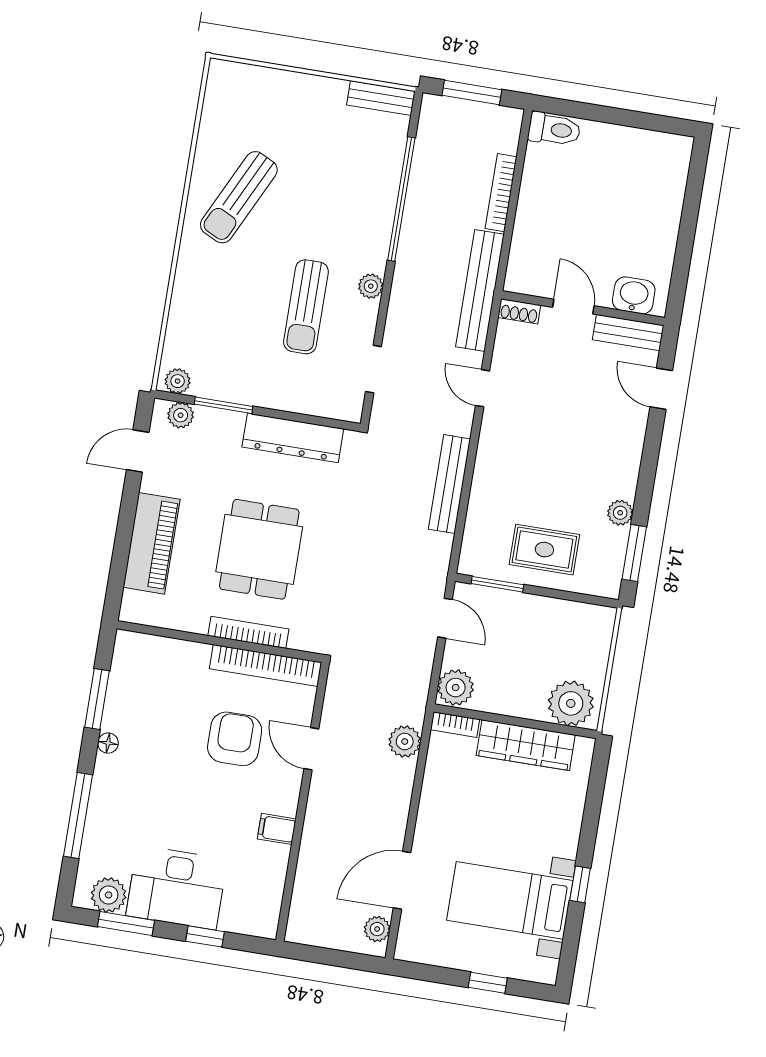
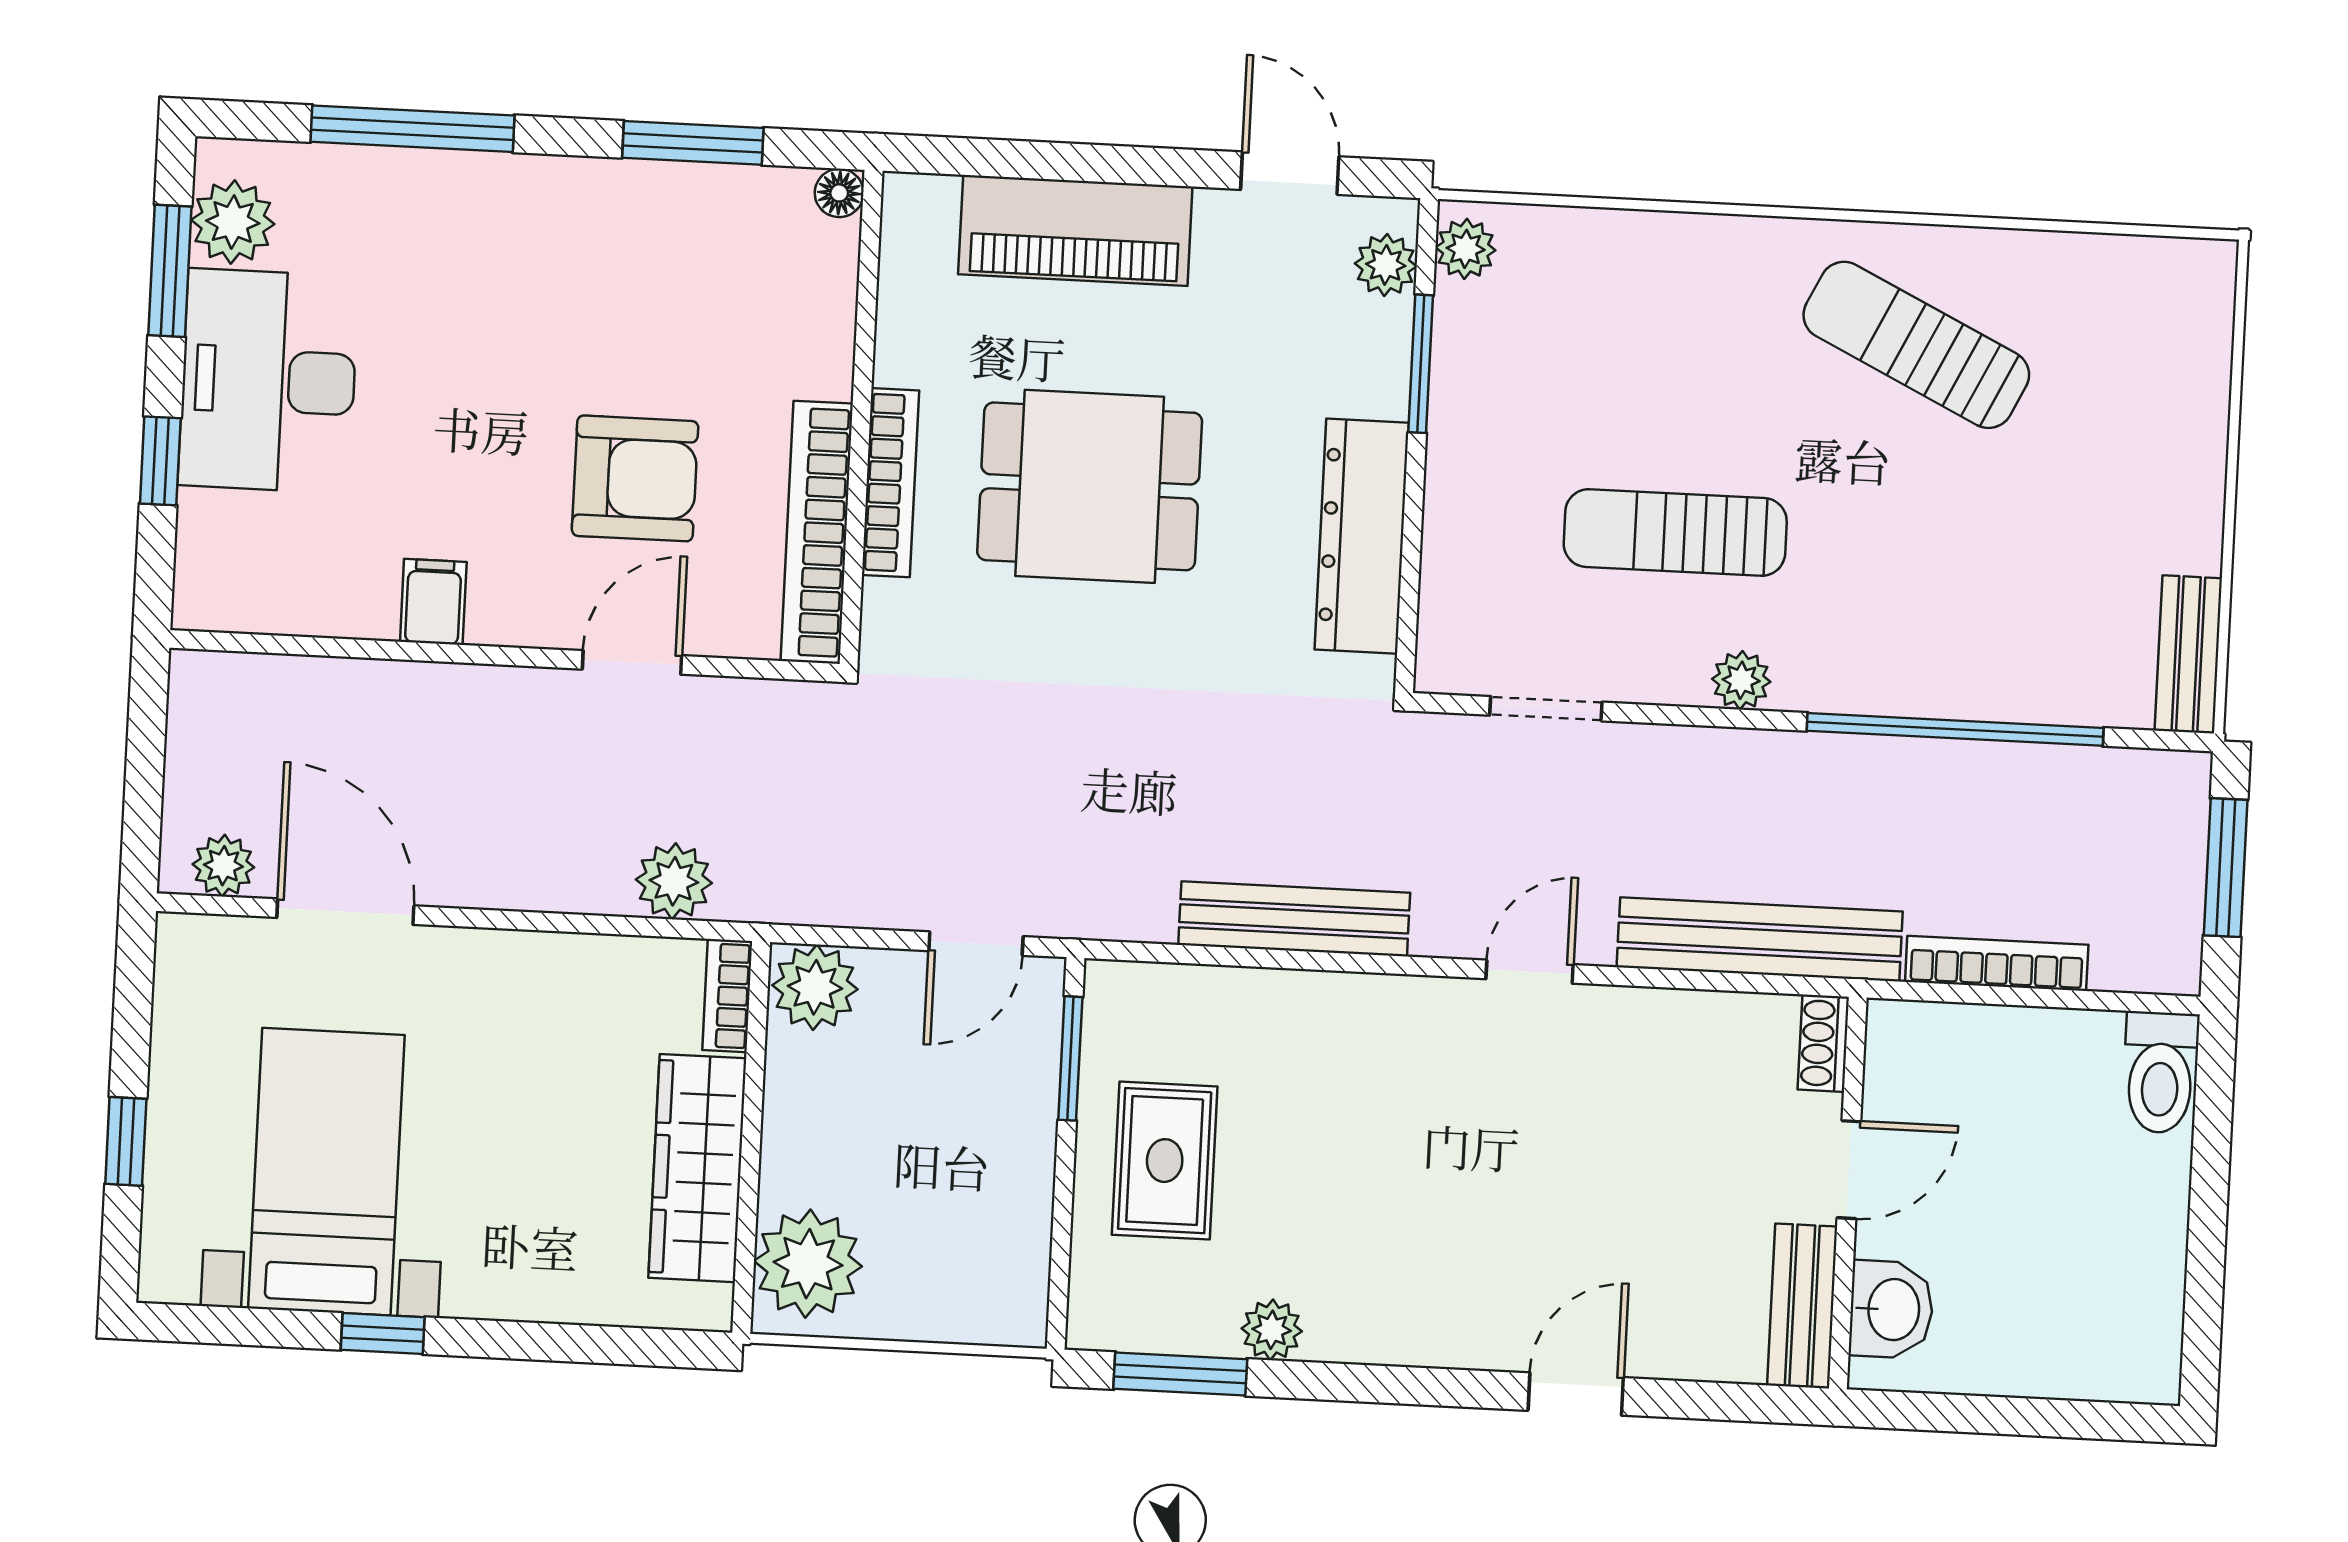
washbasin: (634, 295) -> (1891, 1309), moved
door: (573, 307) -> (1849, 1170), moved
wall: (583, 308) -> (1848, 1193), moved
shoe rack: (519, 311) -> (1823, 1043), moved
bench: (628, 332) -> (1802, 1306), moved
floor lamp: (108, 743) -> (839, 193), moved

